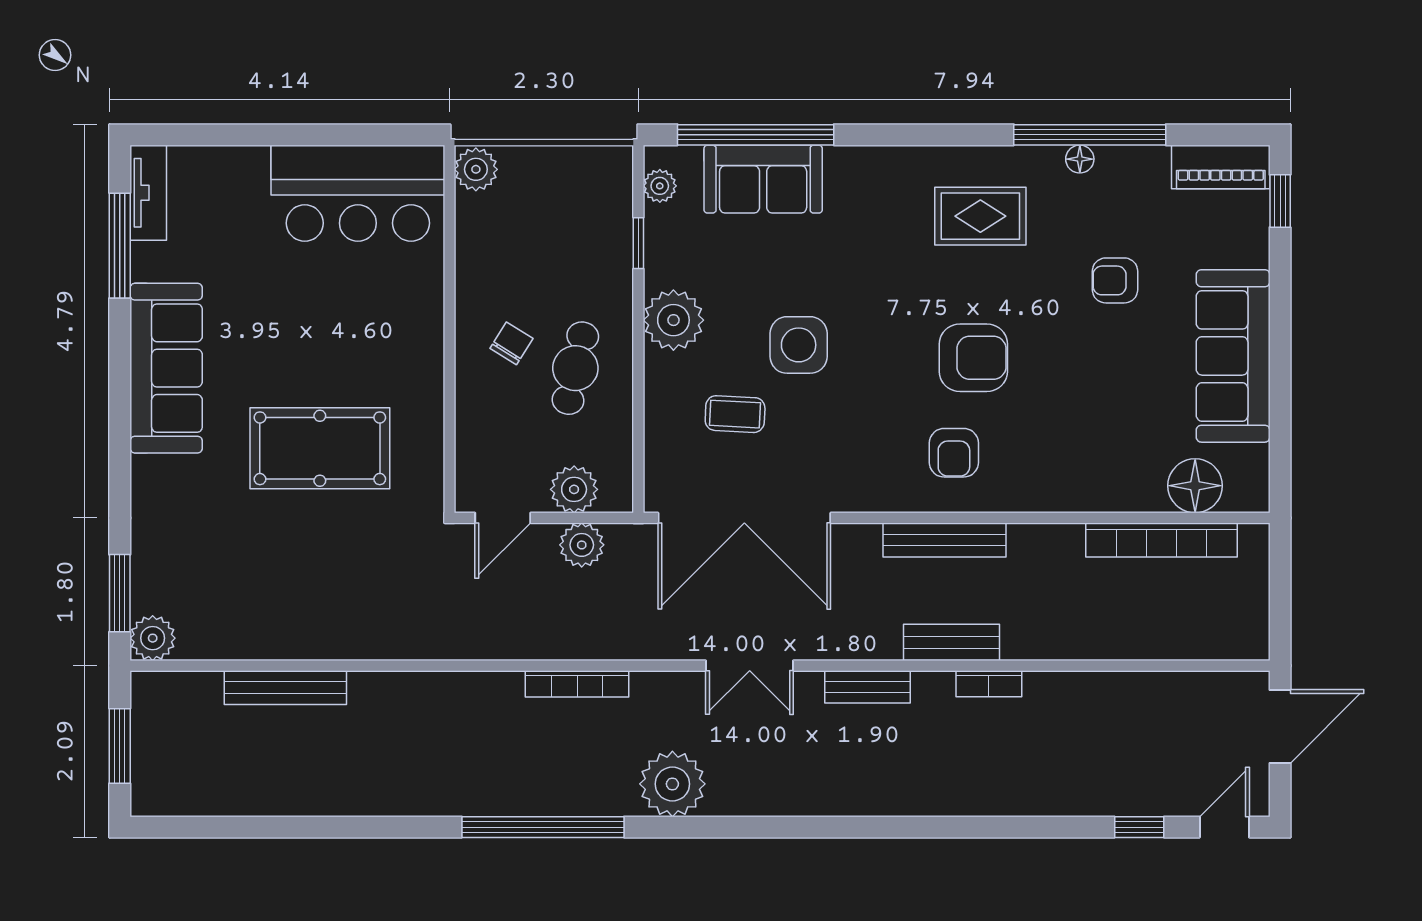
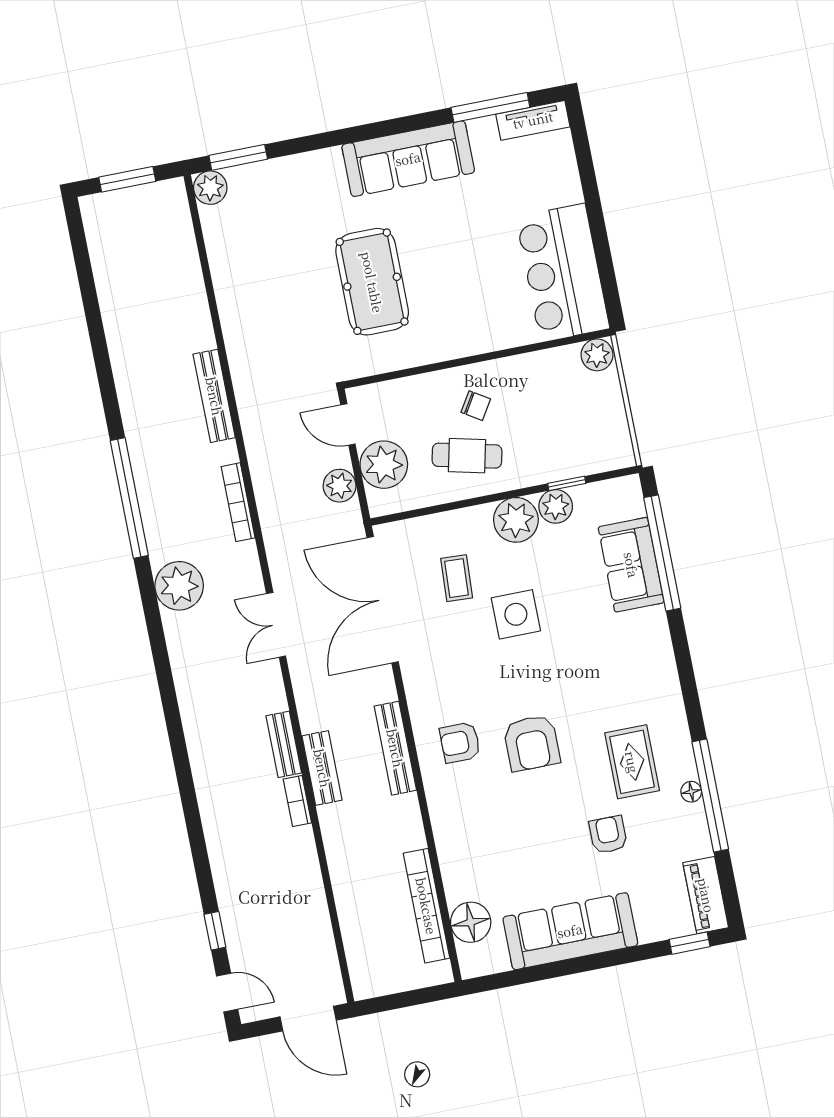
plant: (660, 186) -> (556, 506), moved, width x1.38, depth x1.38
rug: (980, 216) -> (632, 762), moved
plant: (574, 489) -> (384, 465), width x1.36, depth x1.36
bench: (867, 687) -> (284, 744), moved
bench: (285, 688) -> (214, 396), moved

